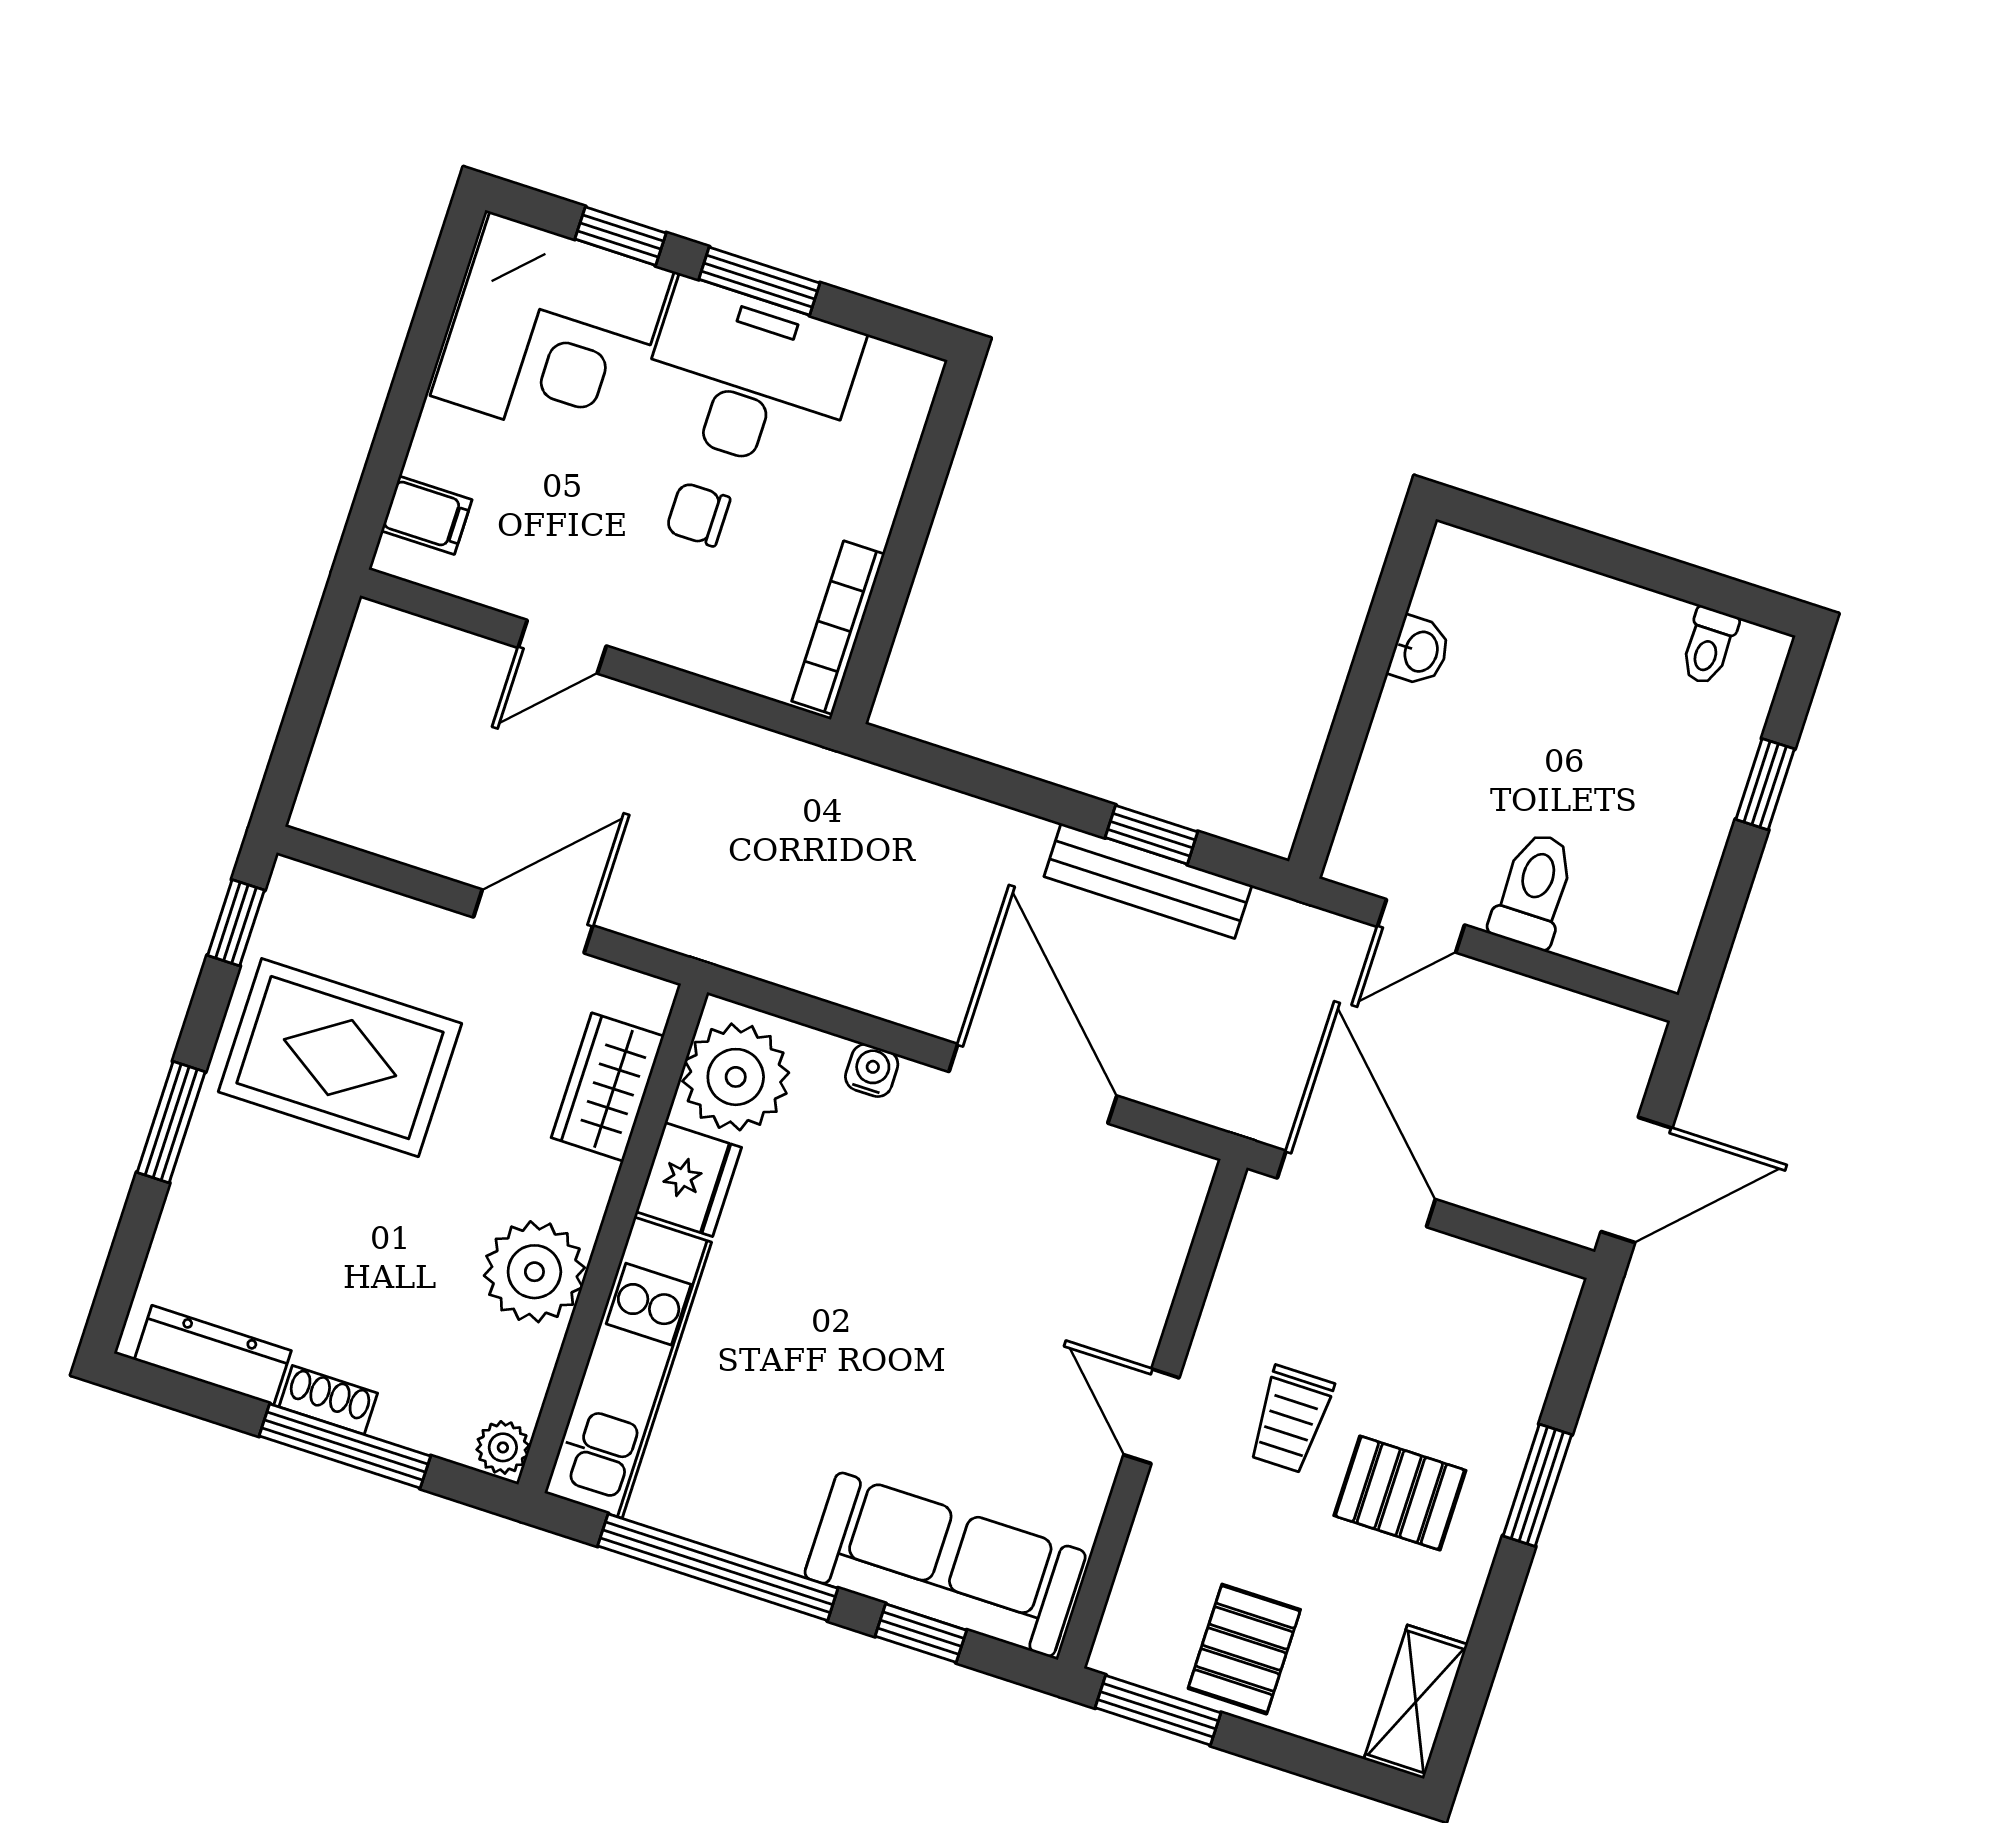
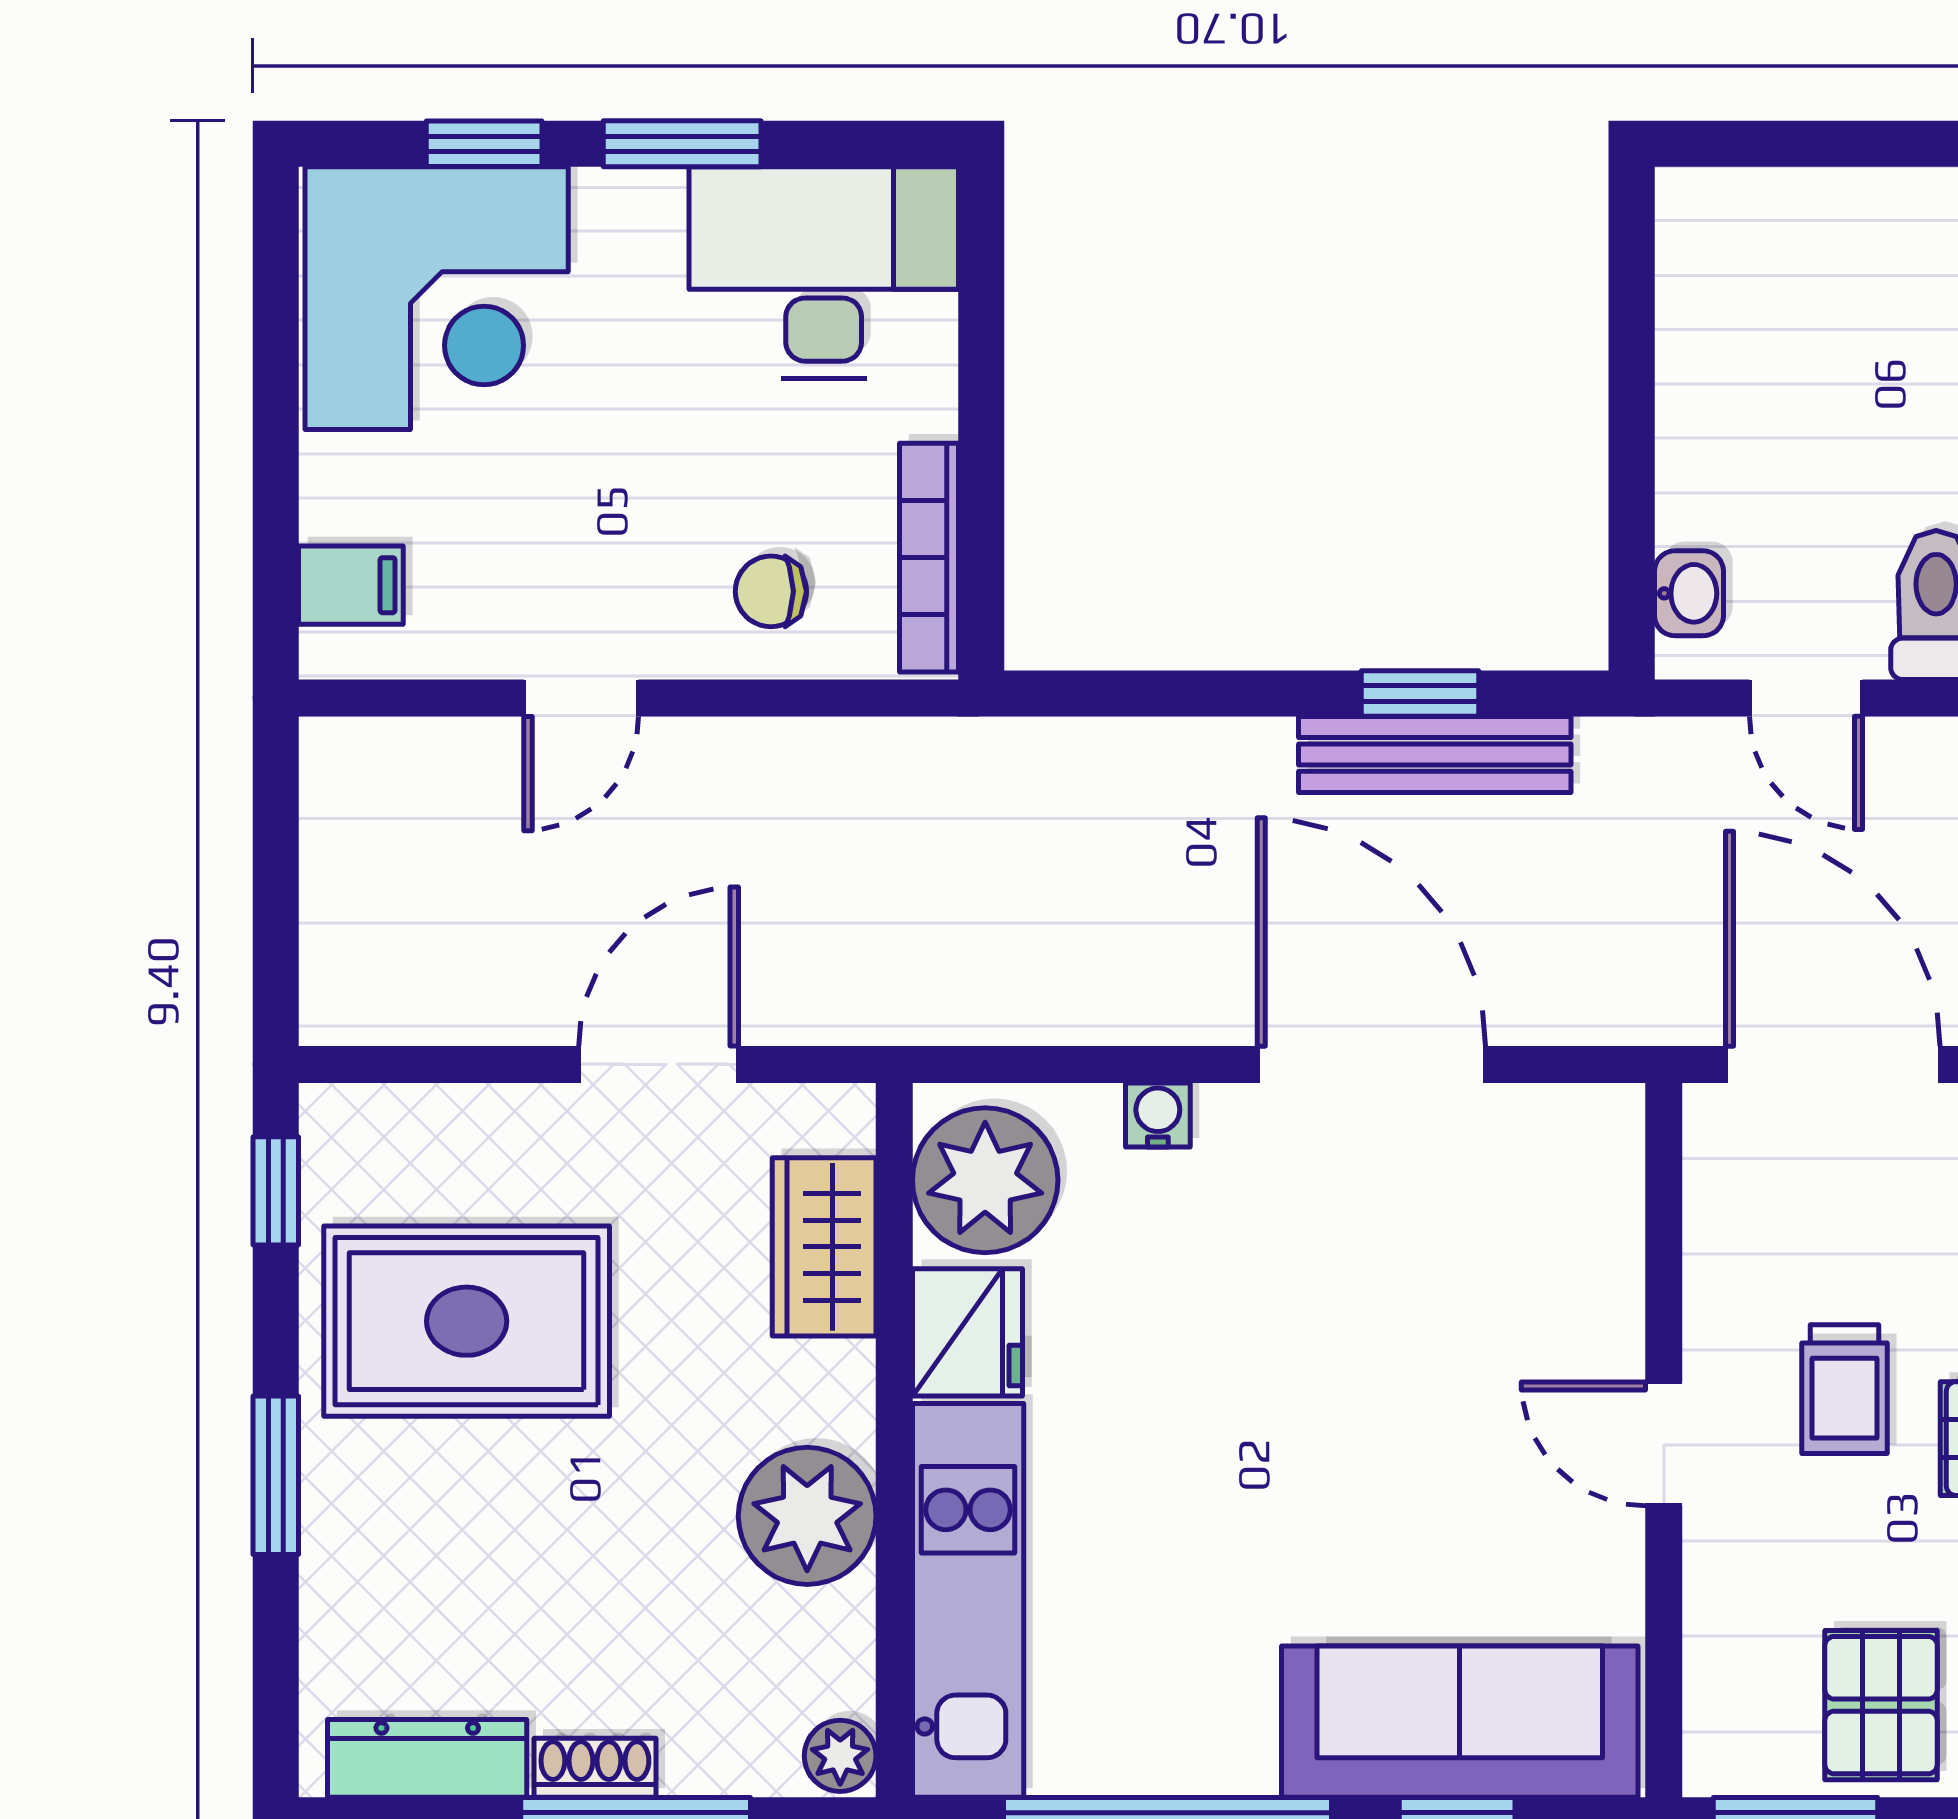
desk: (750, 378) -> (824, 272), moved
chair: (698, 514) -> (771, 591), moved
washbasin: (1420, 651) -> (1689, 593), moved
door: (1421, 926) -> (1806, 698), hinge flipped

